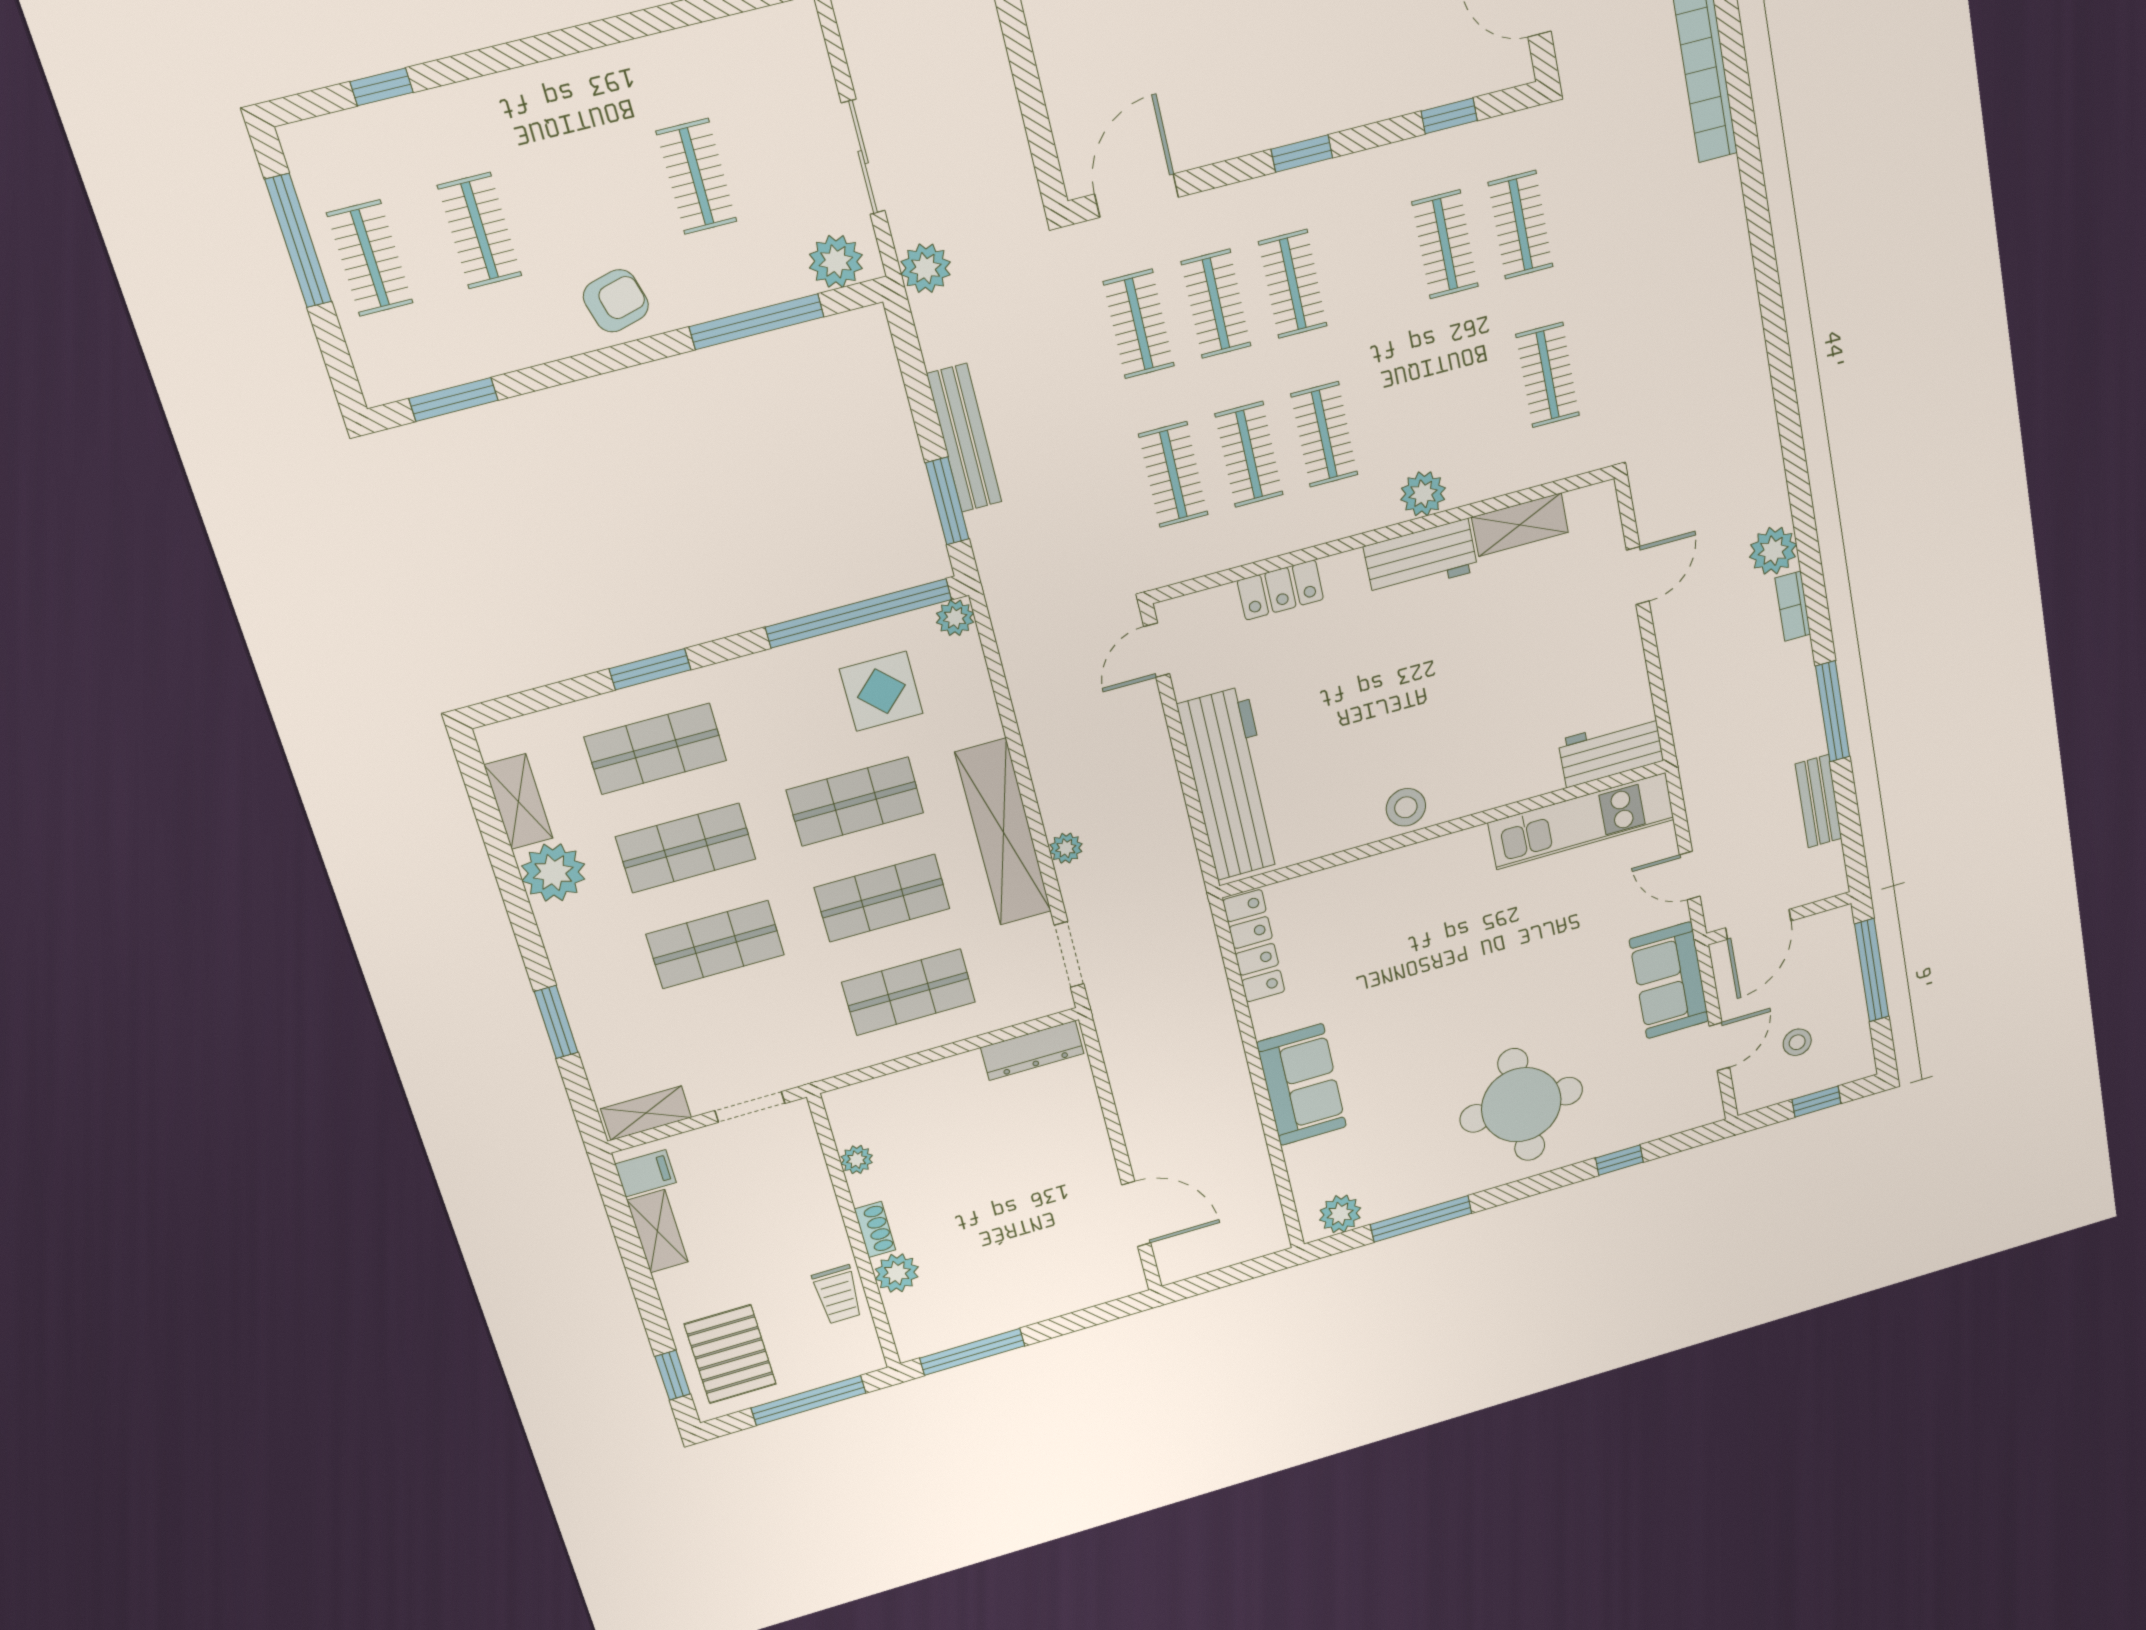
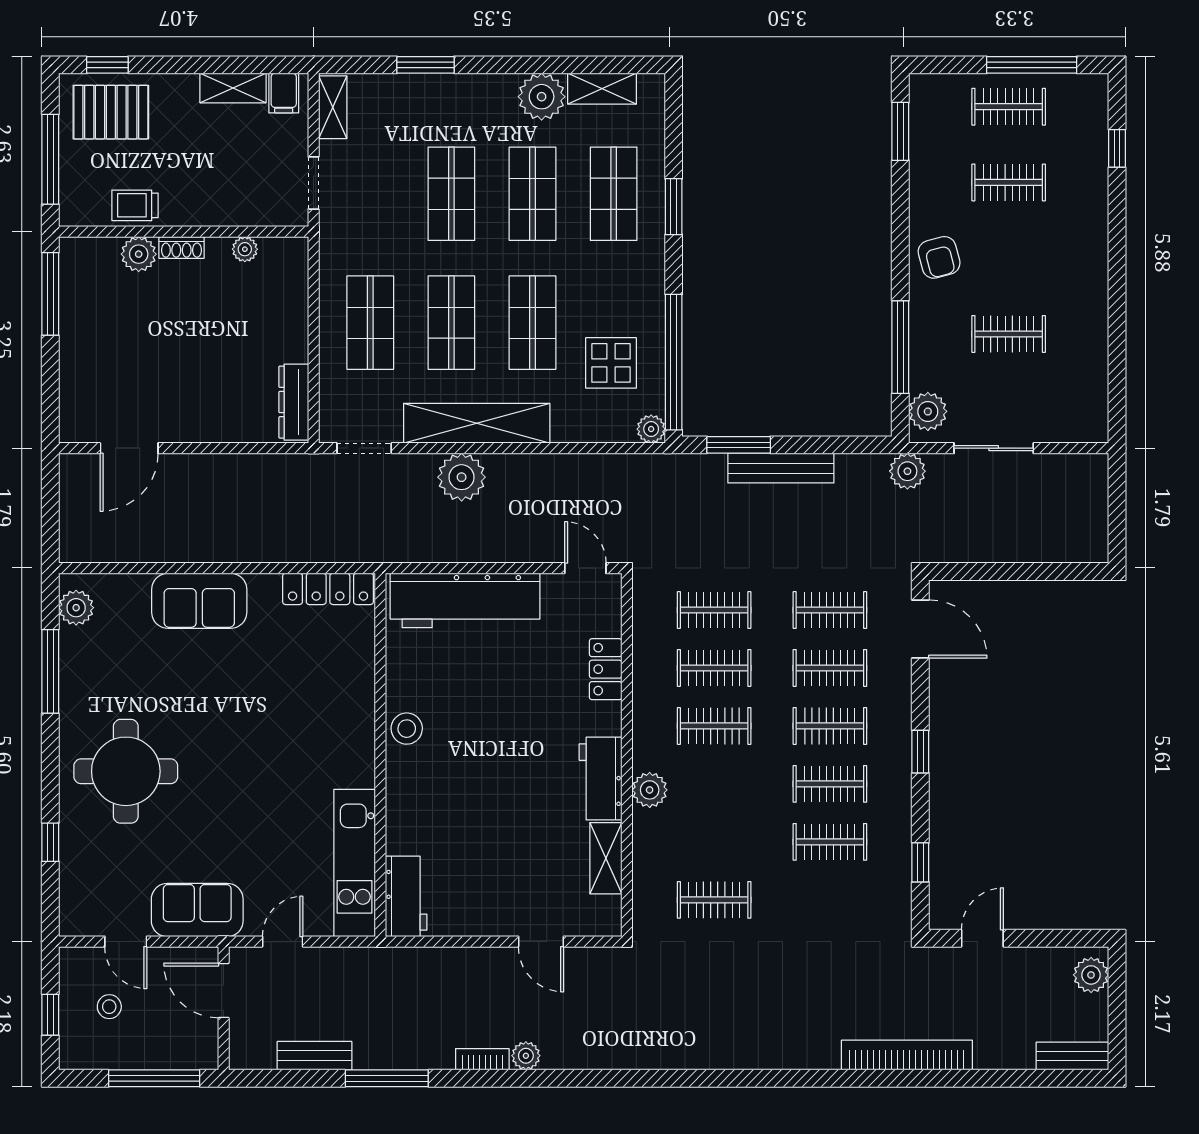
clothes rail: (1521, 225) -> (830, 784), moved
plant: (1773, 551) -> (526, 1056), width x0.73, depth x0.73
plant: (1066, 848) -> (462, 477), width x1.87, depth x1.87

